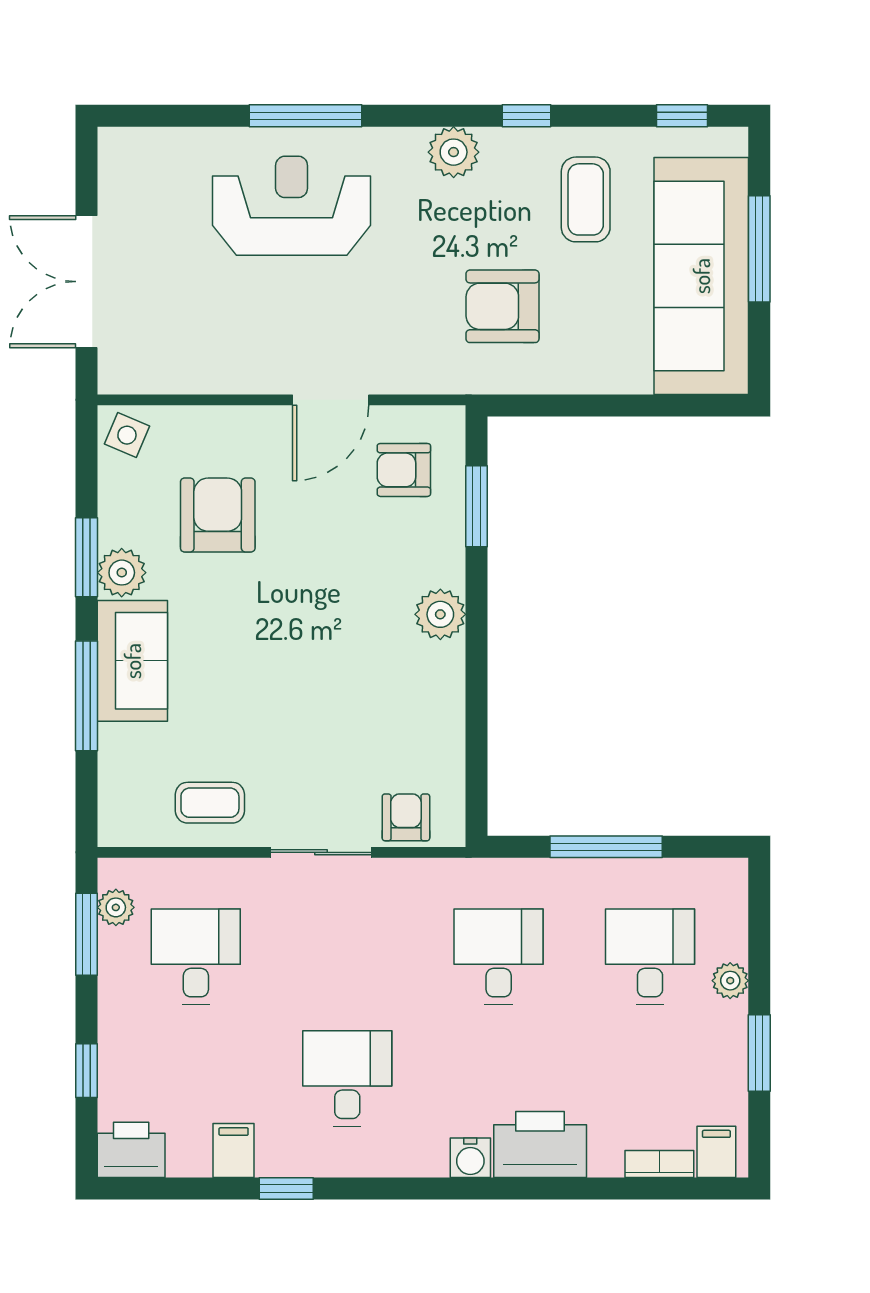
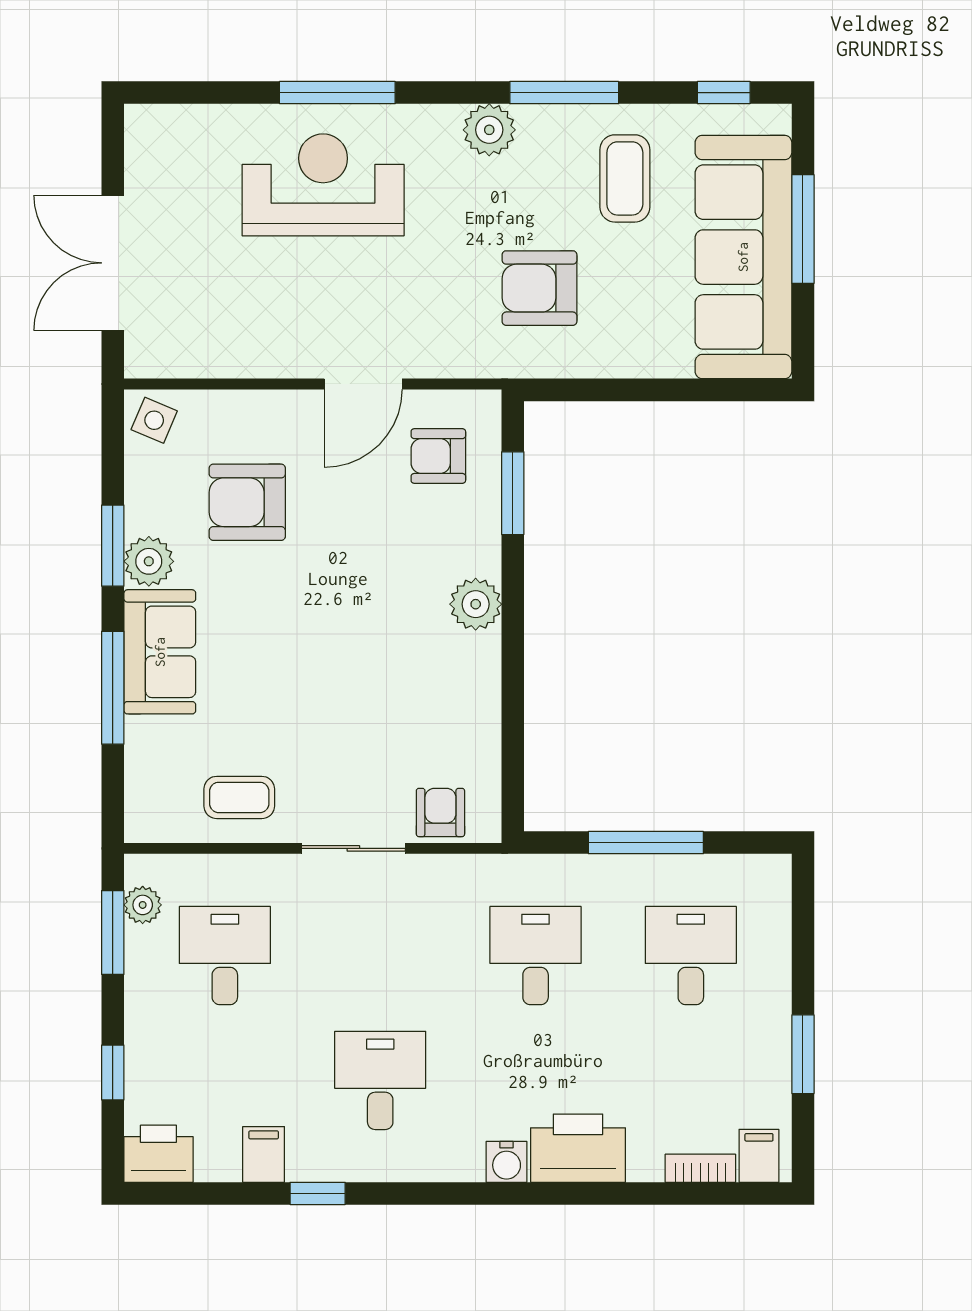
window: (527, 116) -> (564, 93), width x2.17
armchair: (218, 515) -> (247, 502), turned -90
plant: (730, 981) -> (773, 980), removed

